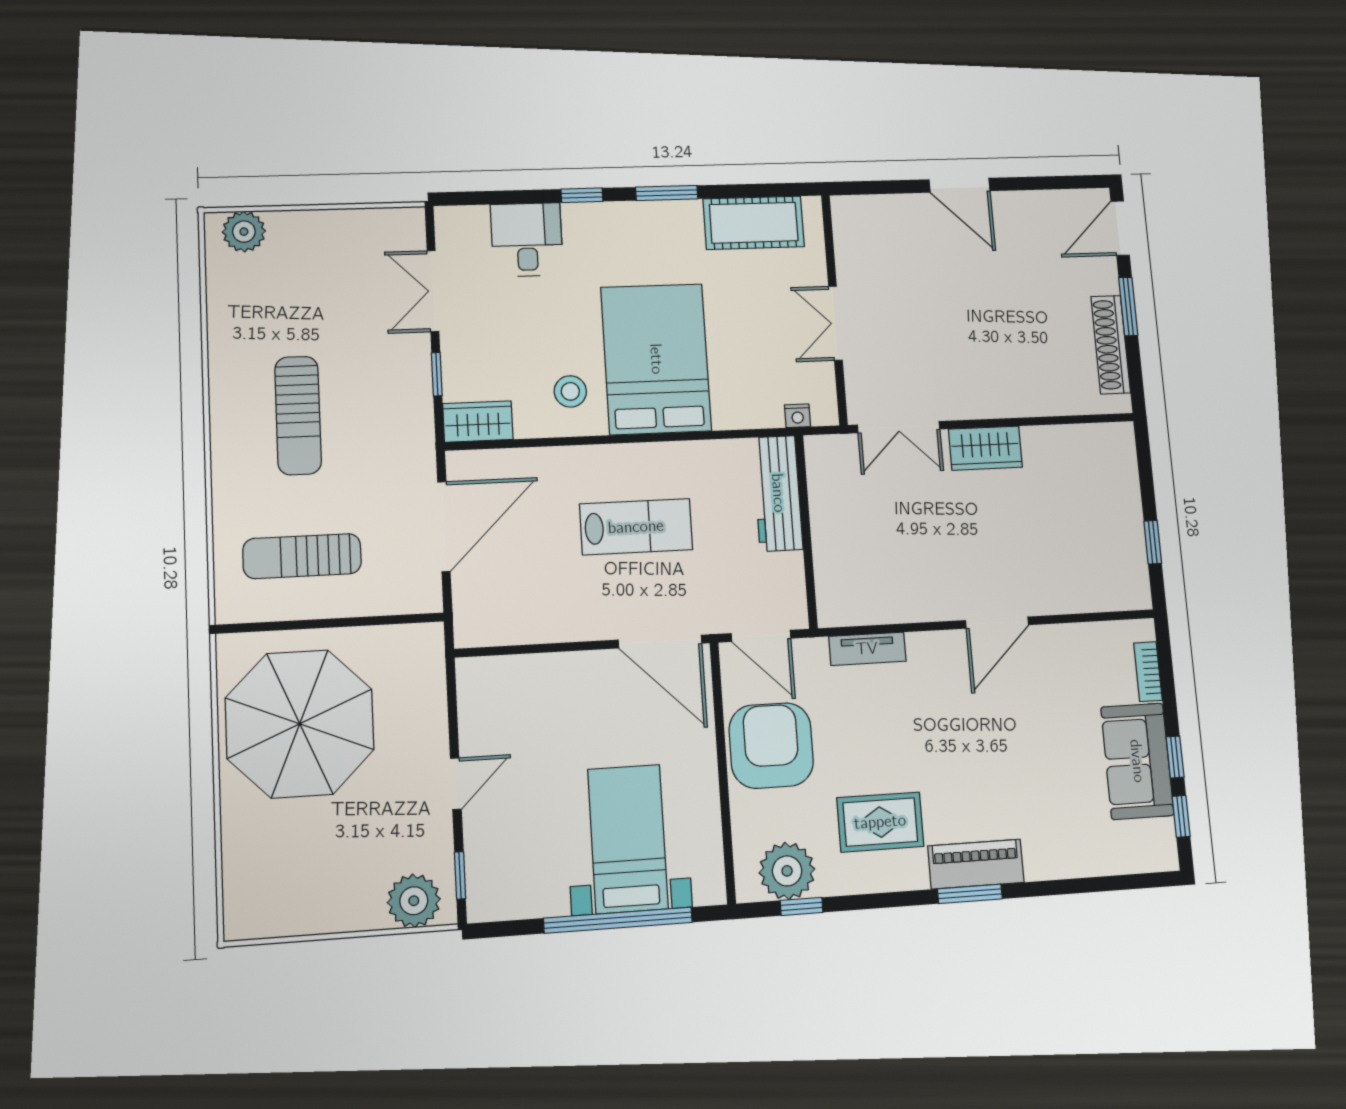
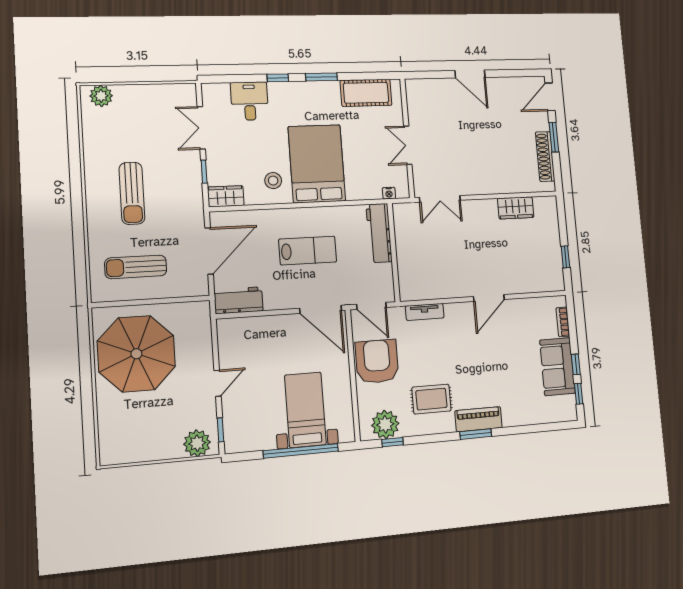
wardrobe: (985, 448) -> (516, 208), moved
workbench: (500, 622) -> (239, 300), added

